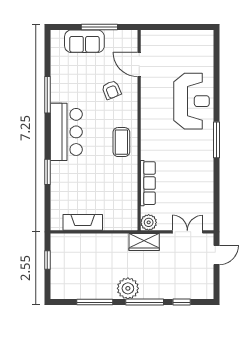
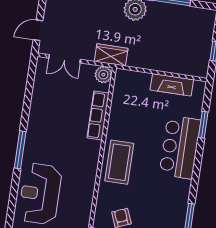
bar counter: (66, 132) -> (180, 147), moved
coffee table: (121, 142) -> (119, 162), width x1.36, depth x1.32
window: (47, 172) -> (203, 125), moved

